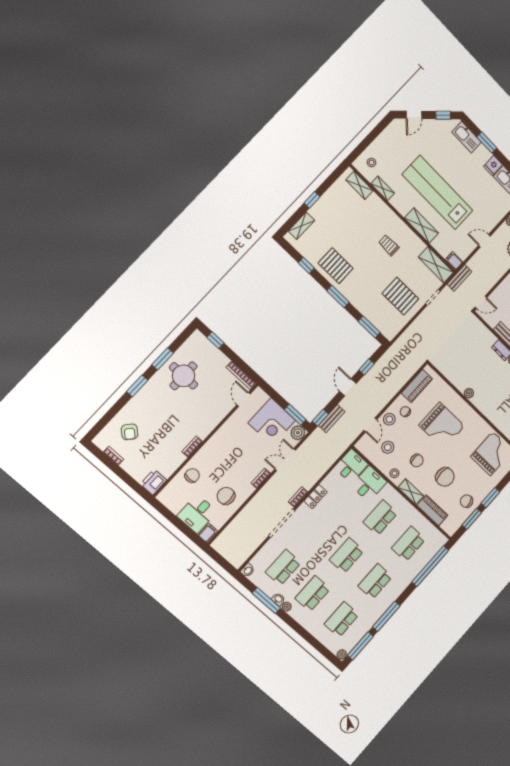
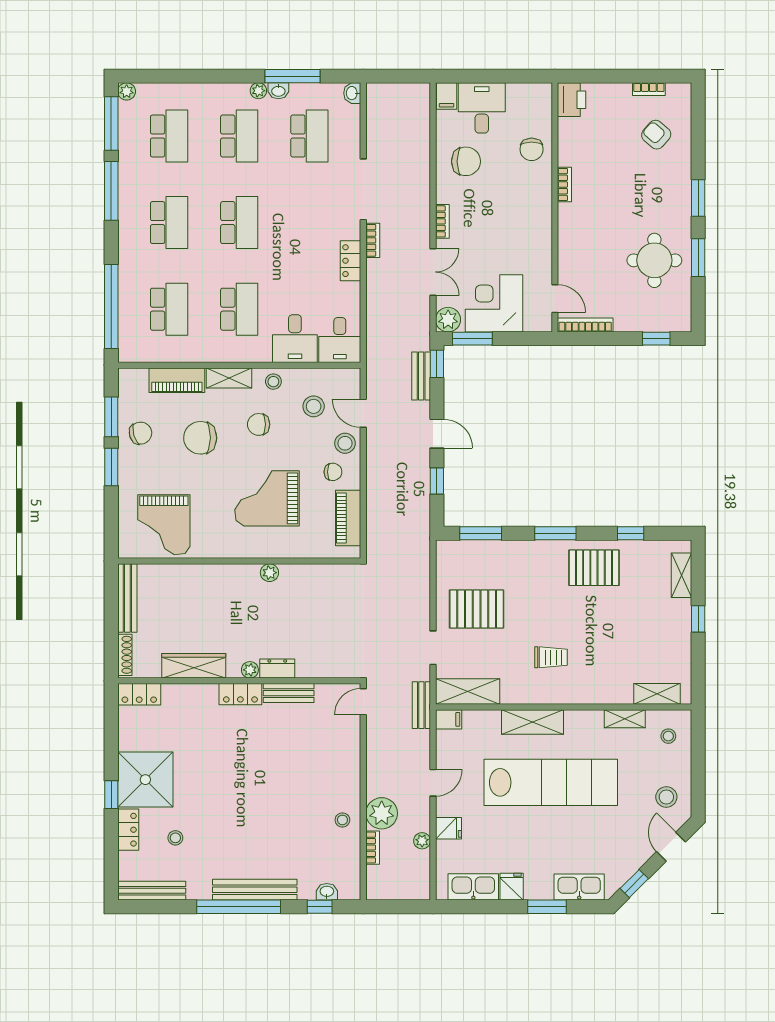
stool: (396, 138) -> (666, 797), added
fridge: (496, 216) -> (448, 828), added

